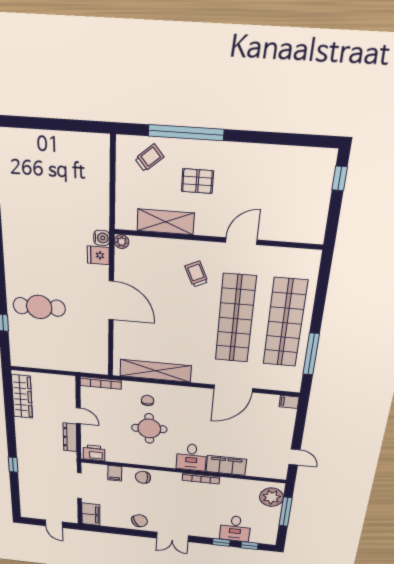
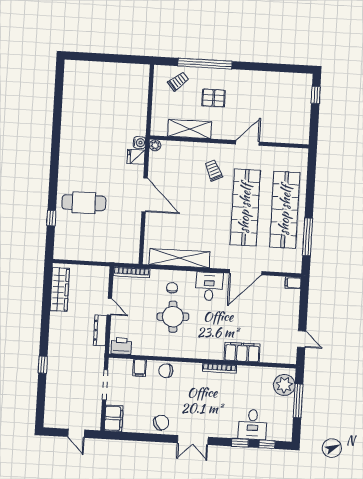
desk: (191, 457) -> (209, 286), moved, turned 180

